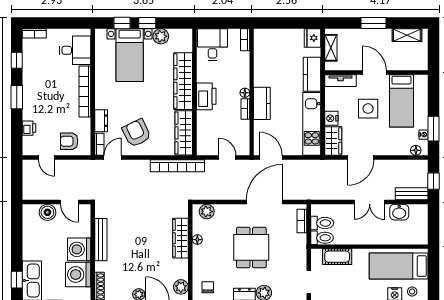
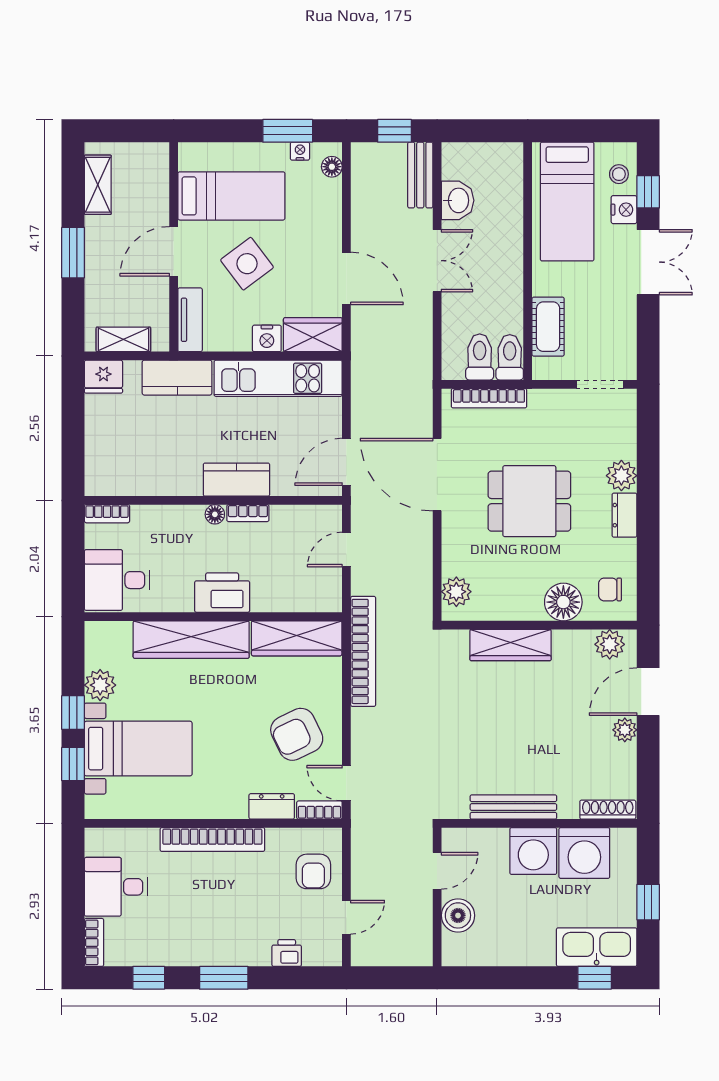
desk: (75, 50) -> (116, 887), moved, turned -90
side table: (368, 109) -> (247, 264), turned -37
bookcase: (302, 221) -> (489, 398), width x1.56
floor lamp: (197, 240) -> (563, 602), moved, width x1.89, depth x1.89

